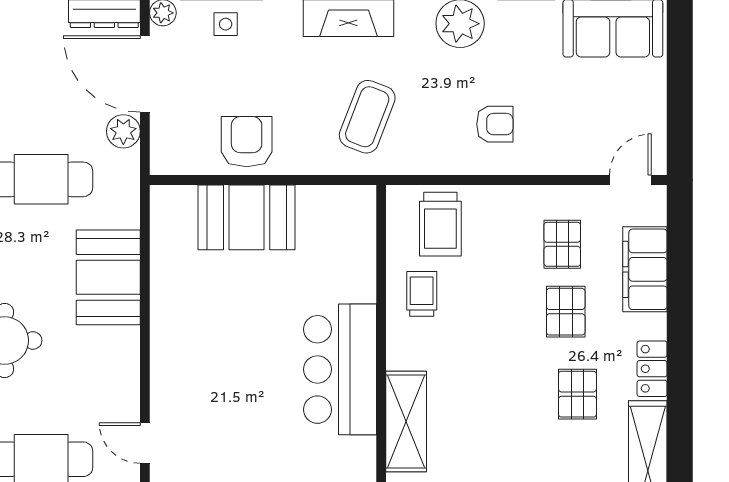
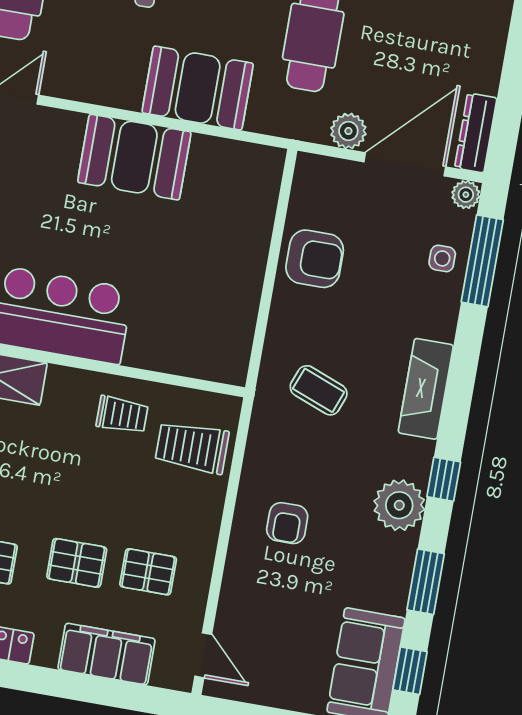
coffee table: (367, 117) -> (319, 390), width x0.73, depth x0.77
booth: (247, 217) -> (134, 157), moved, turned 90

